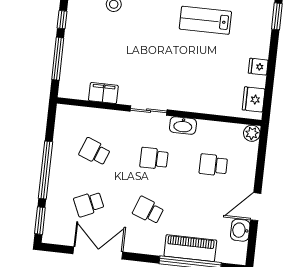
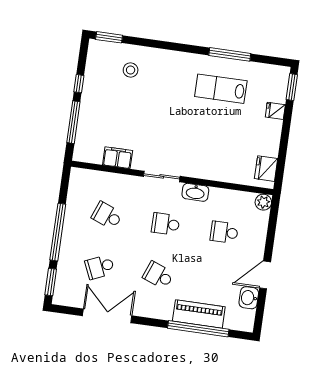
fridge: (258, 67) -> (275, 111), moved

